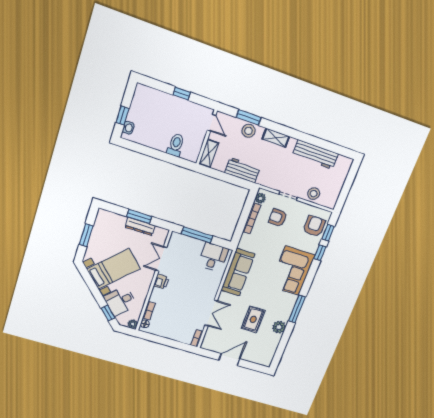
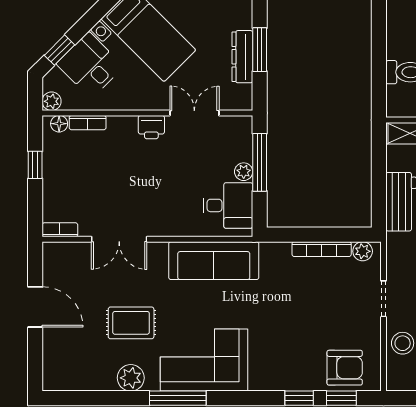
armchair: (278, 218) -> (339, 296), removed
plant: (199, 244) -> (244, 172), added
corner sofa: (292, 271) -> (204, 360), moved
window: (161, 340) -> (35, 165), added

